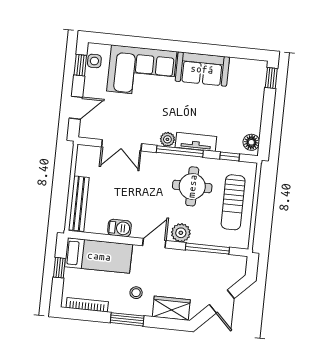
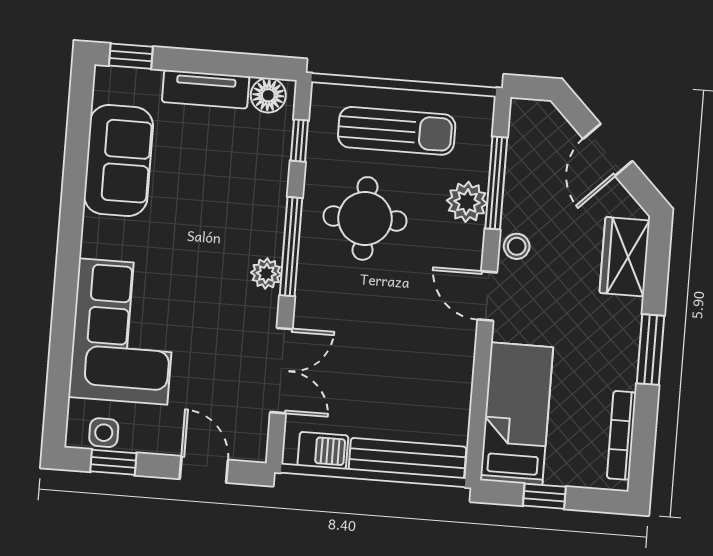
sofa: (202, 69) -> (118, 161), moved
tv unit: (196, 142) -> (206, 89), moved, turned -90
barbecue: (119, 228) -> (323, 451), moved, turned 90
plant: (181, 233) -> (467, 202), moved
stool: (136, 293) -> (517, 246), moved
door: (222, 302) -> (608, 150), swing flipped

